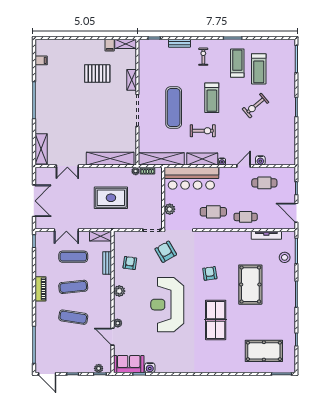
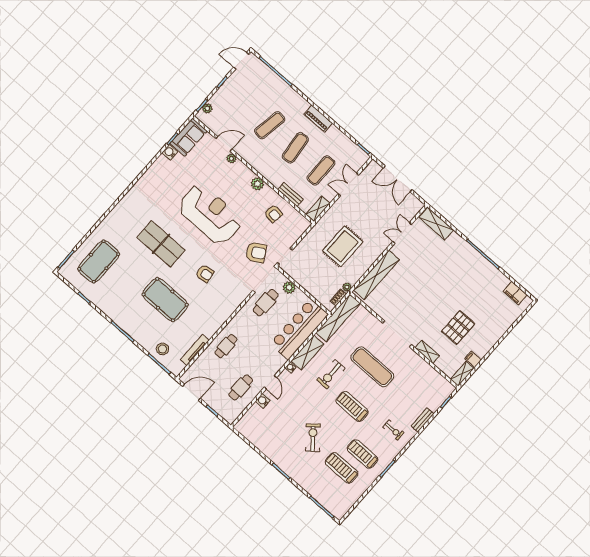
filing cabinet: (41, 60) -> (515, 293), width x2.00
treadmill: (237, 63) -> (362, 454), turned 180
cafe table: (213, 212) -> (266, 303), moved

